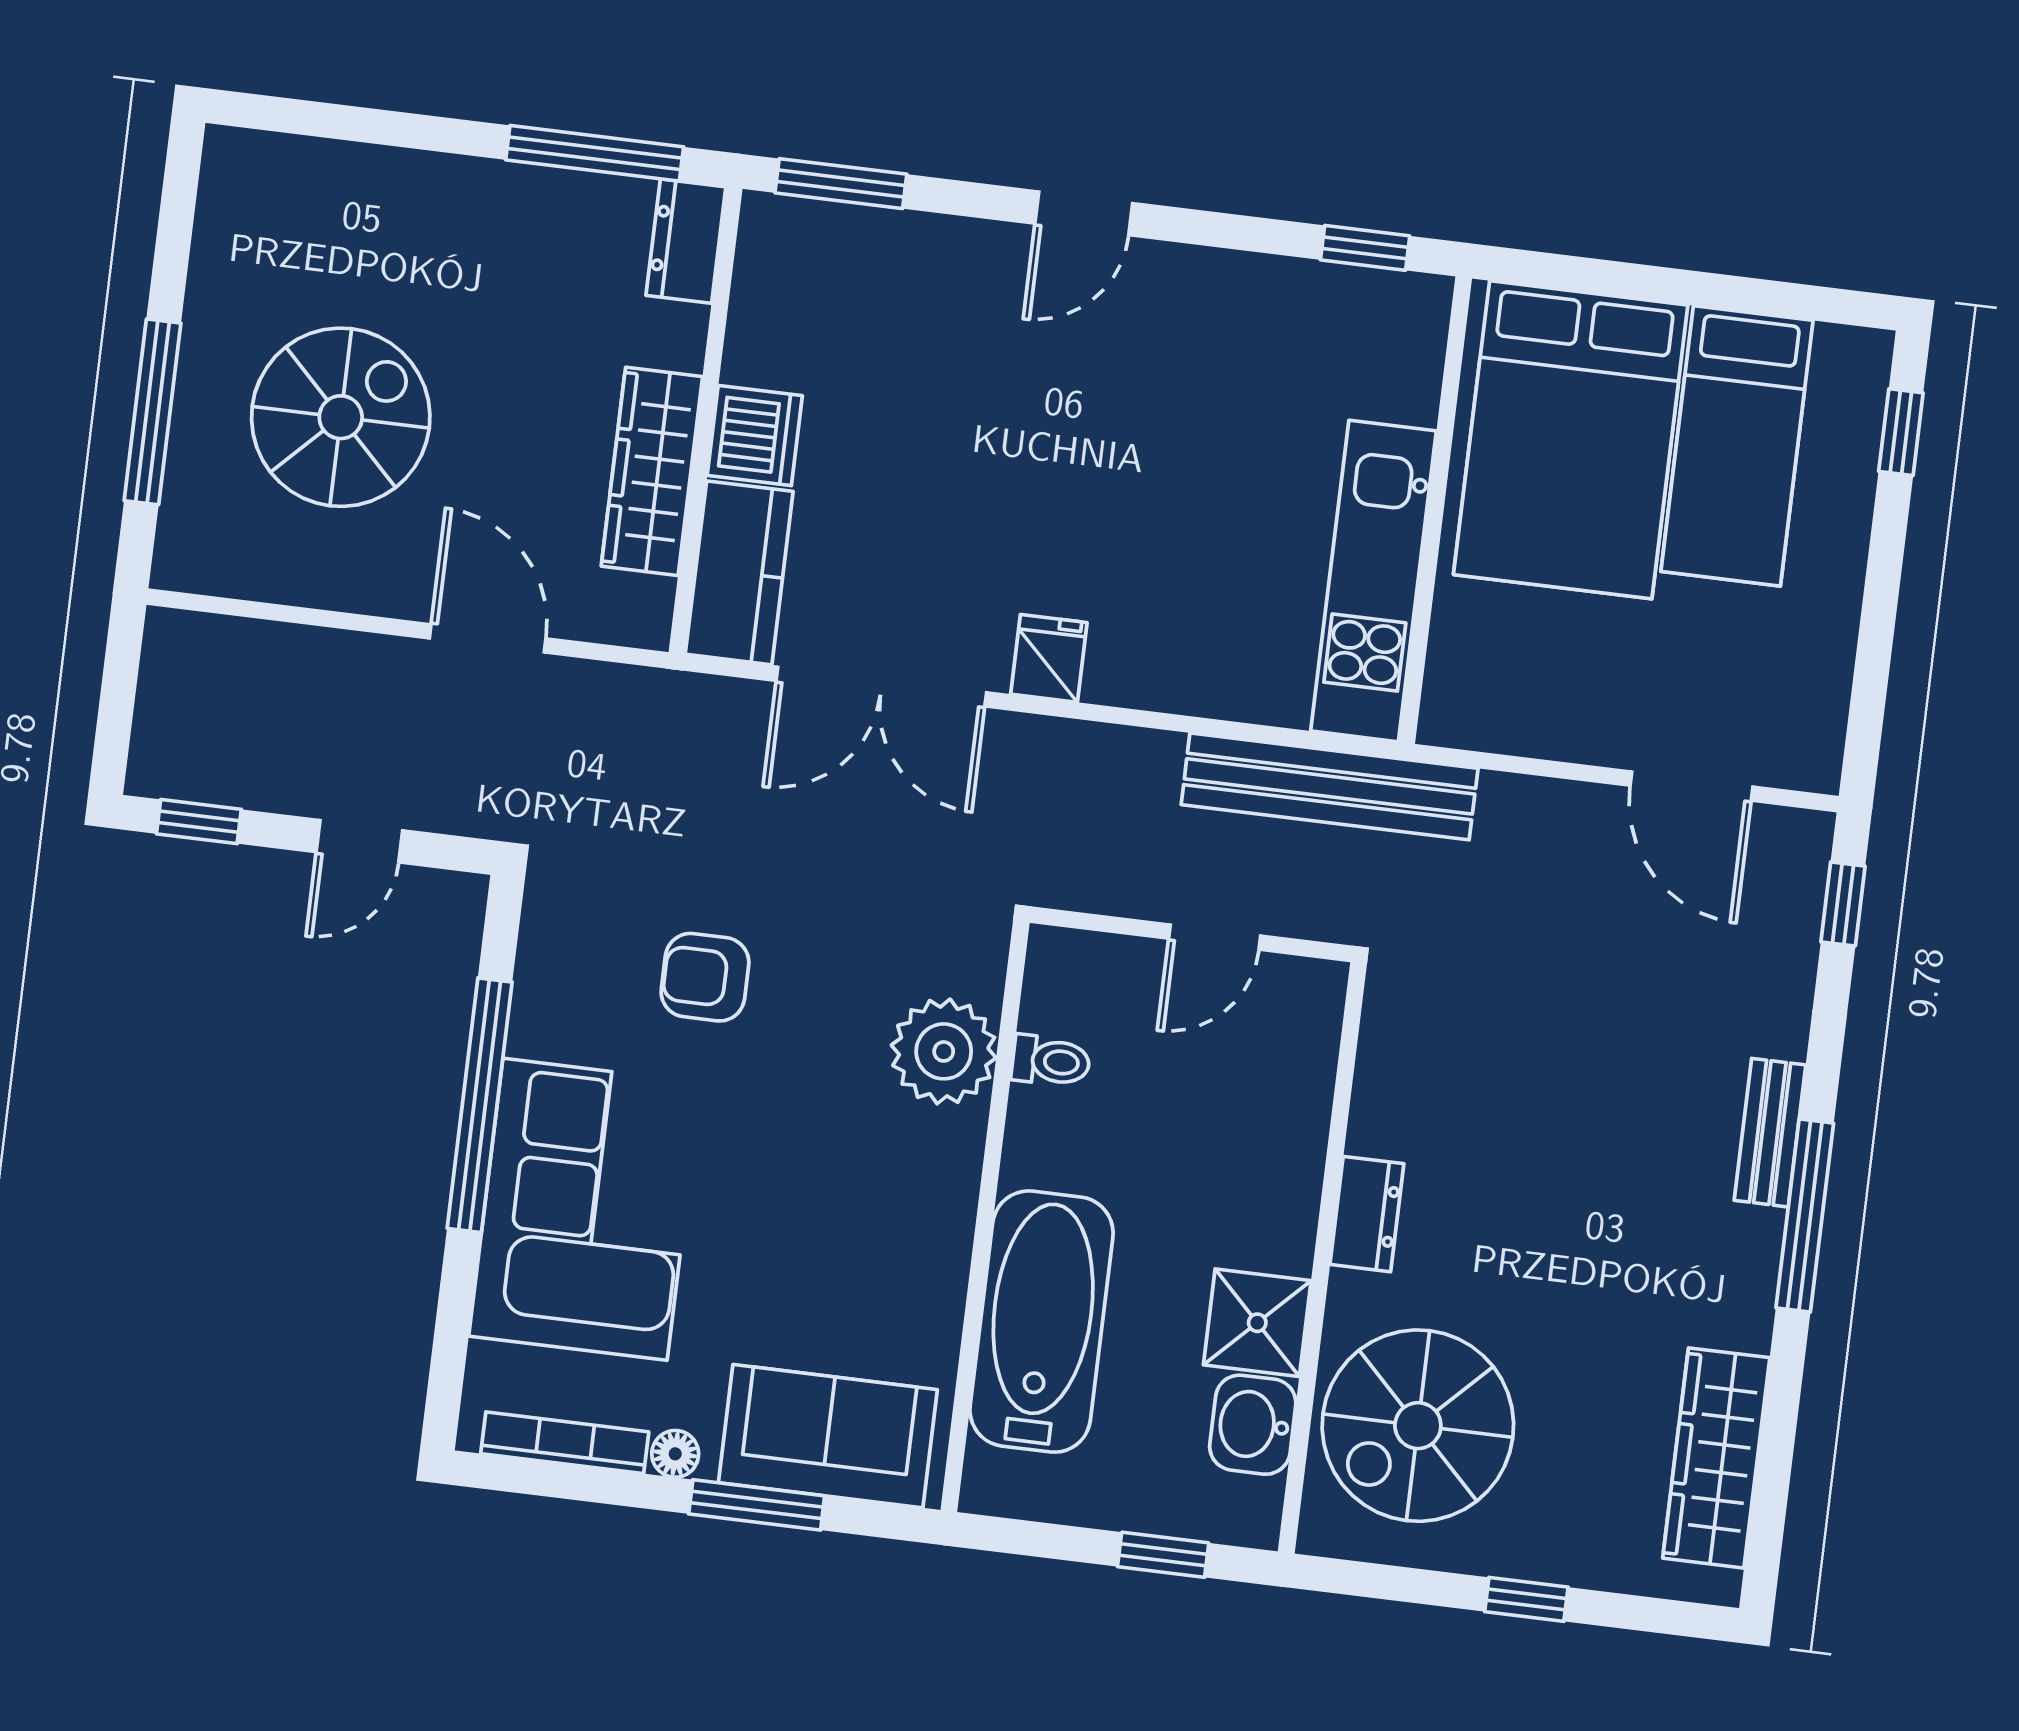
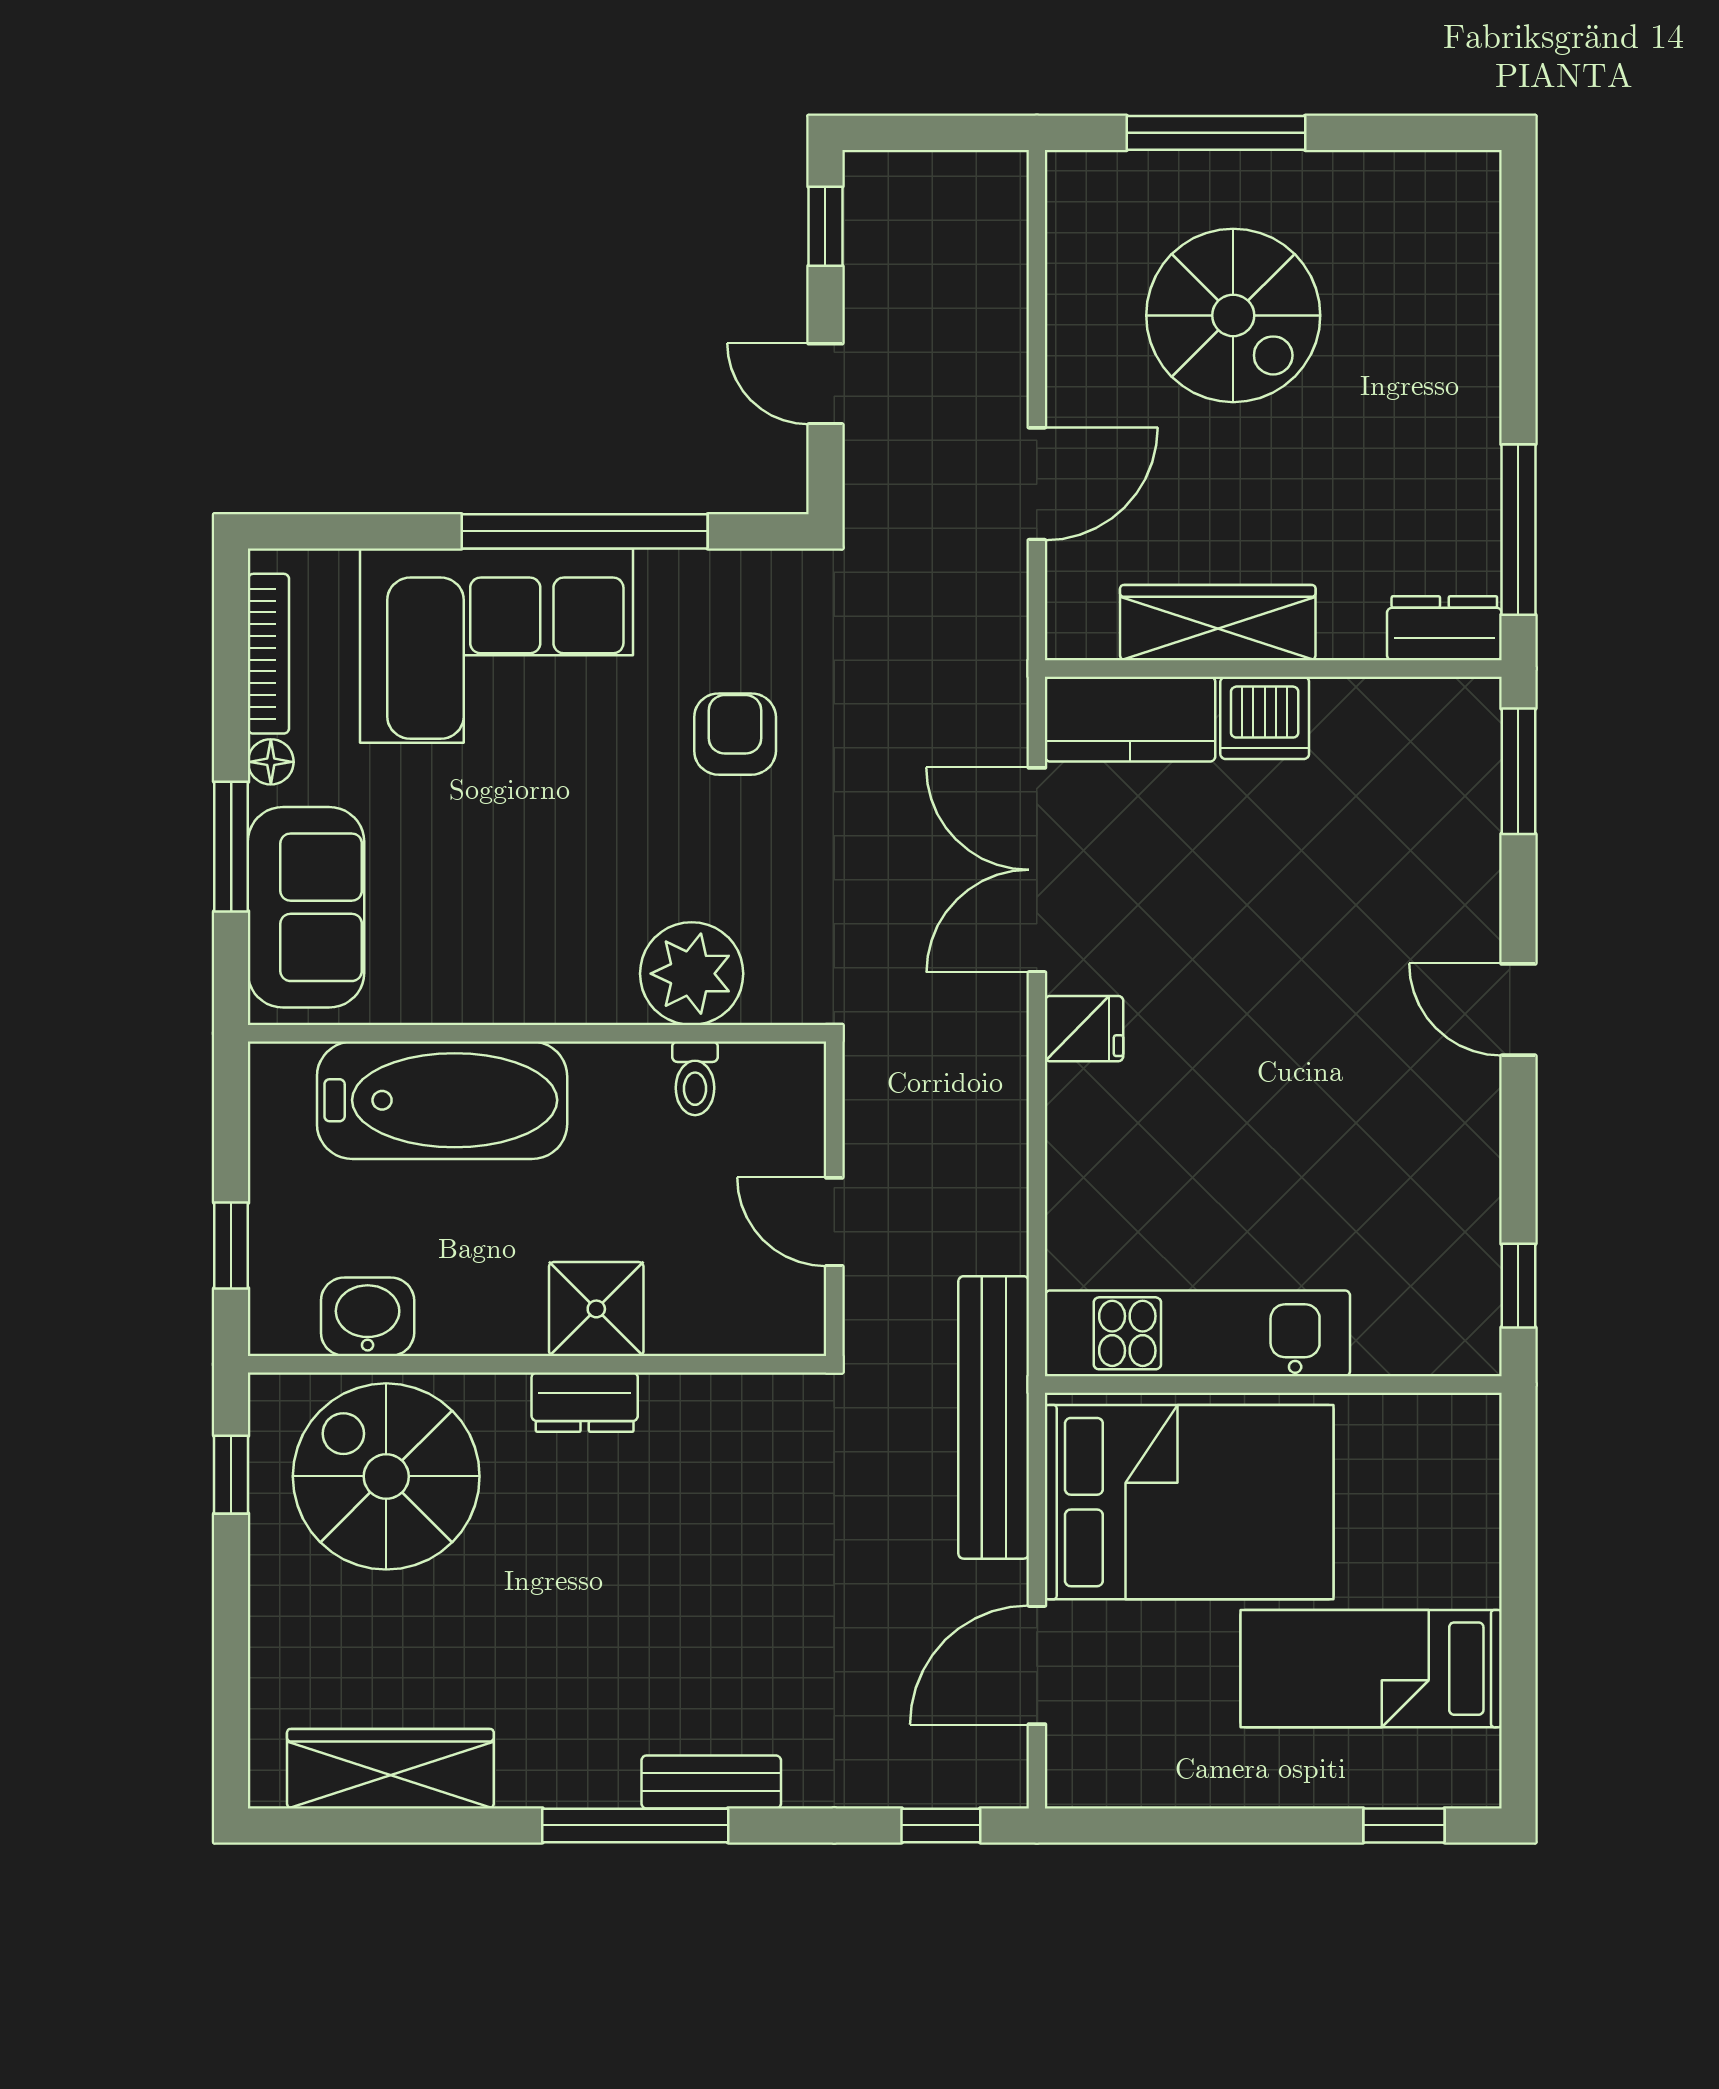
bed: (1571, 440) -> (1189, 1502), moved, turned 180
bench: (1330, 786) -> (994, 1417), moved
shower: (1257, 1323) -> (596, 1309), moved
window: (1526, 1599) -> (231, 1475), moved

